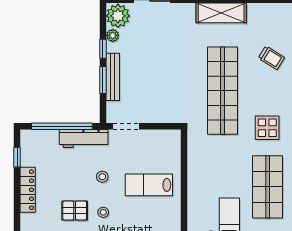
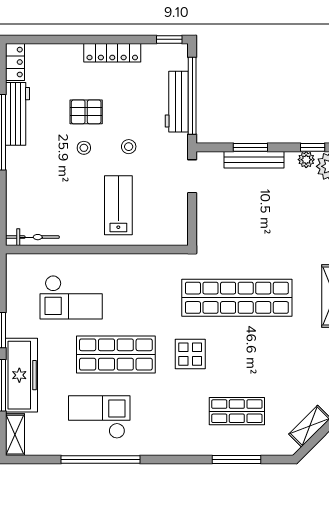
window: (103, 49) -> (313, 147), moved
trolley: (271, 58) -> (278, 359), removed
workbench: (84, 138) -> (177, 102), moved
window: (17, 157) -> (169, 39), moved
pallet: (75, 210) -> (86, 112), turned 90

